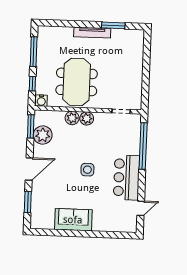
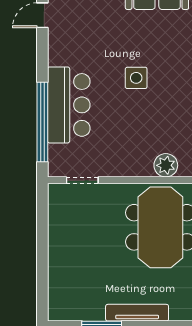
plant: (87, 118) -> (141, 165), removed
bar counter: (127, 178) -> (69, 105), moved

